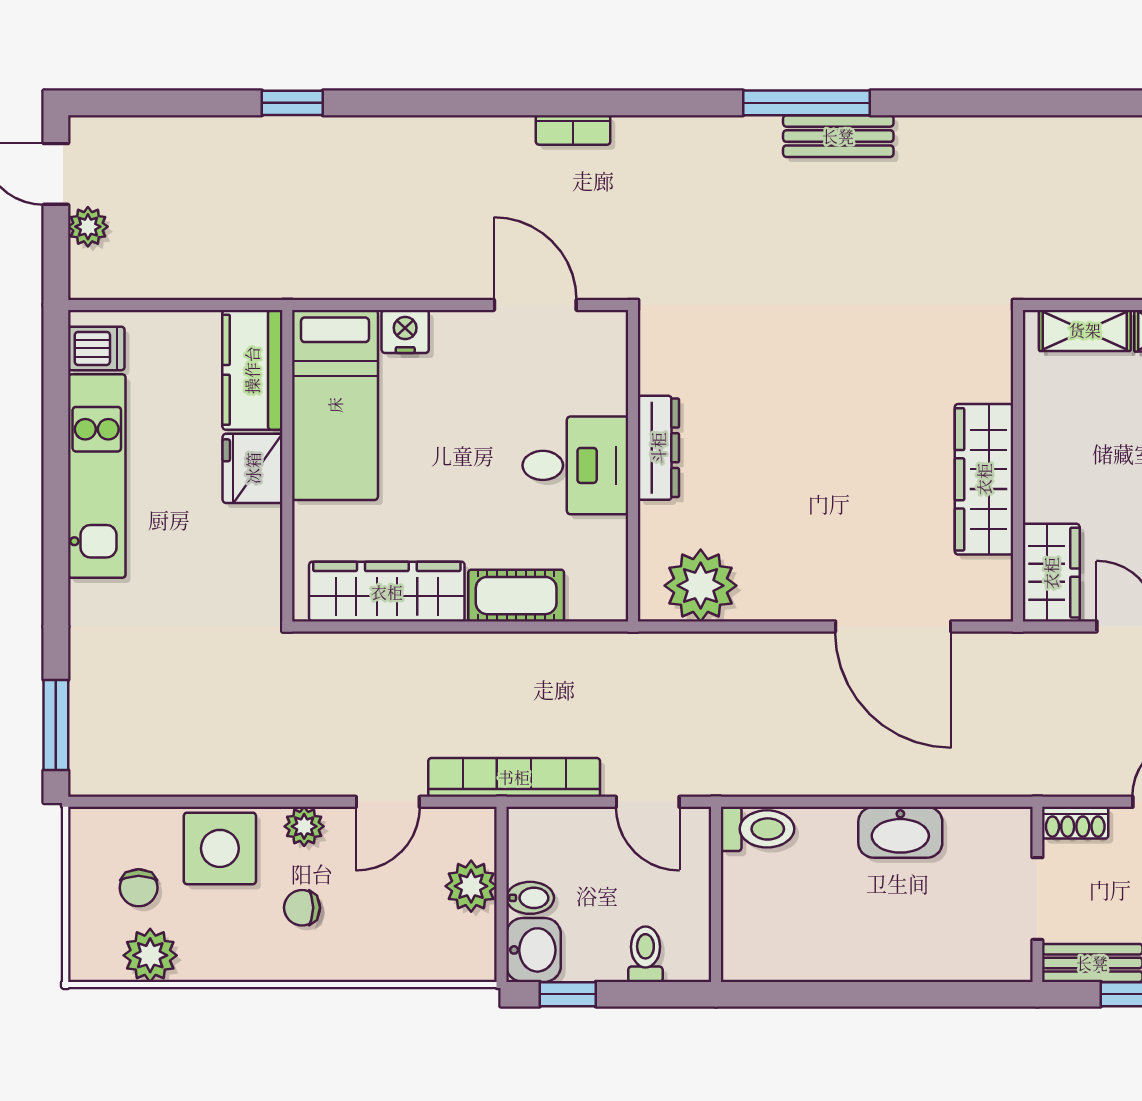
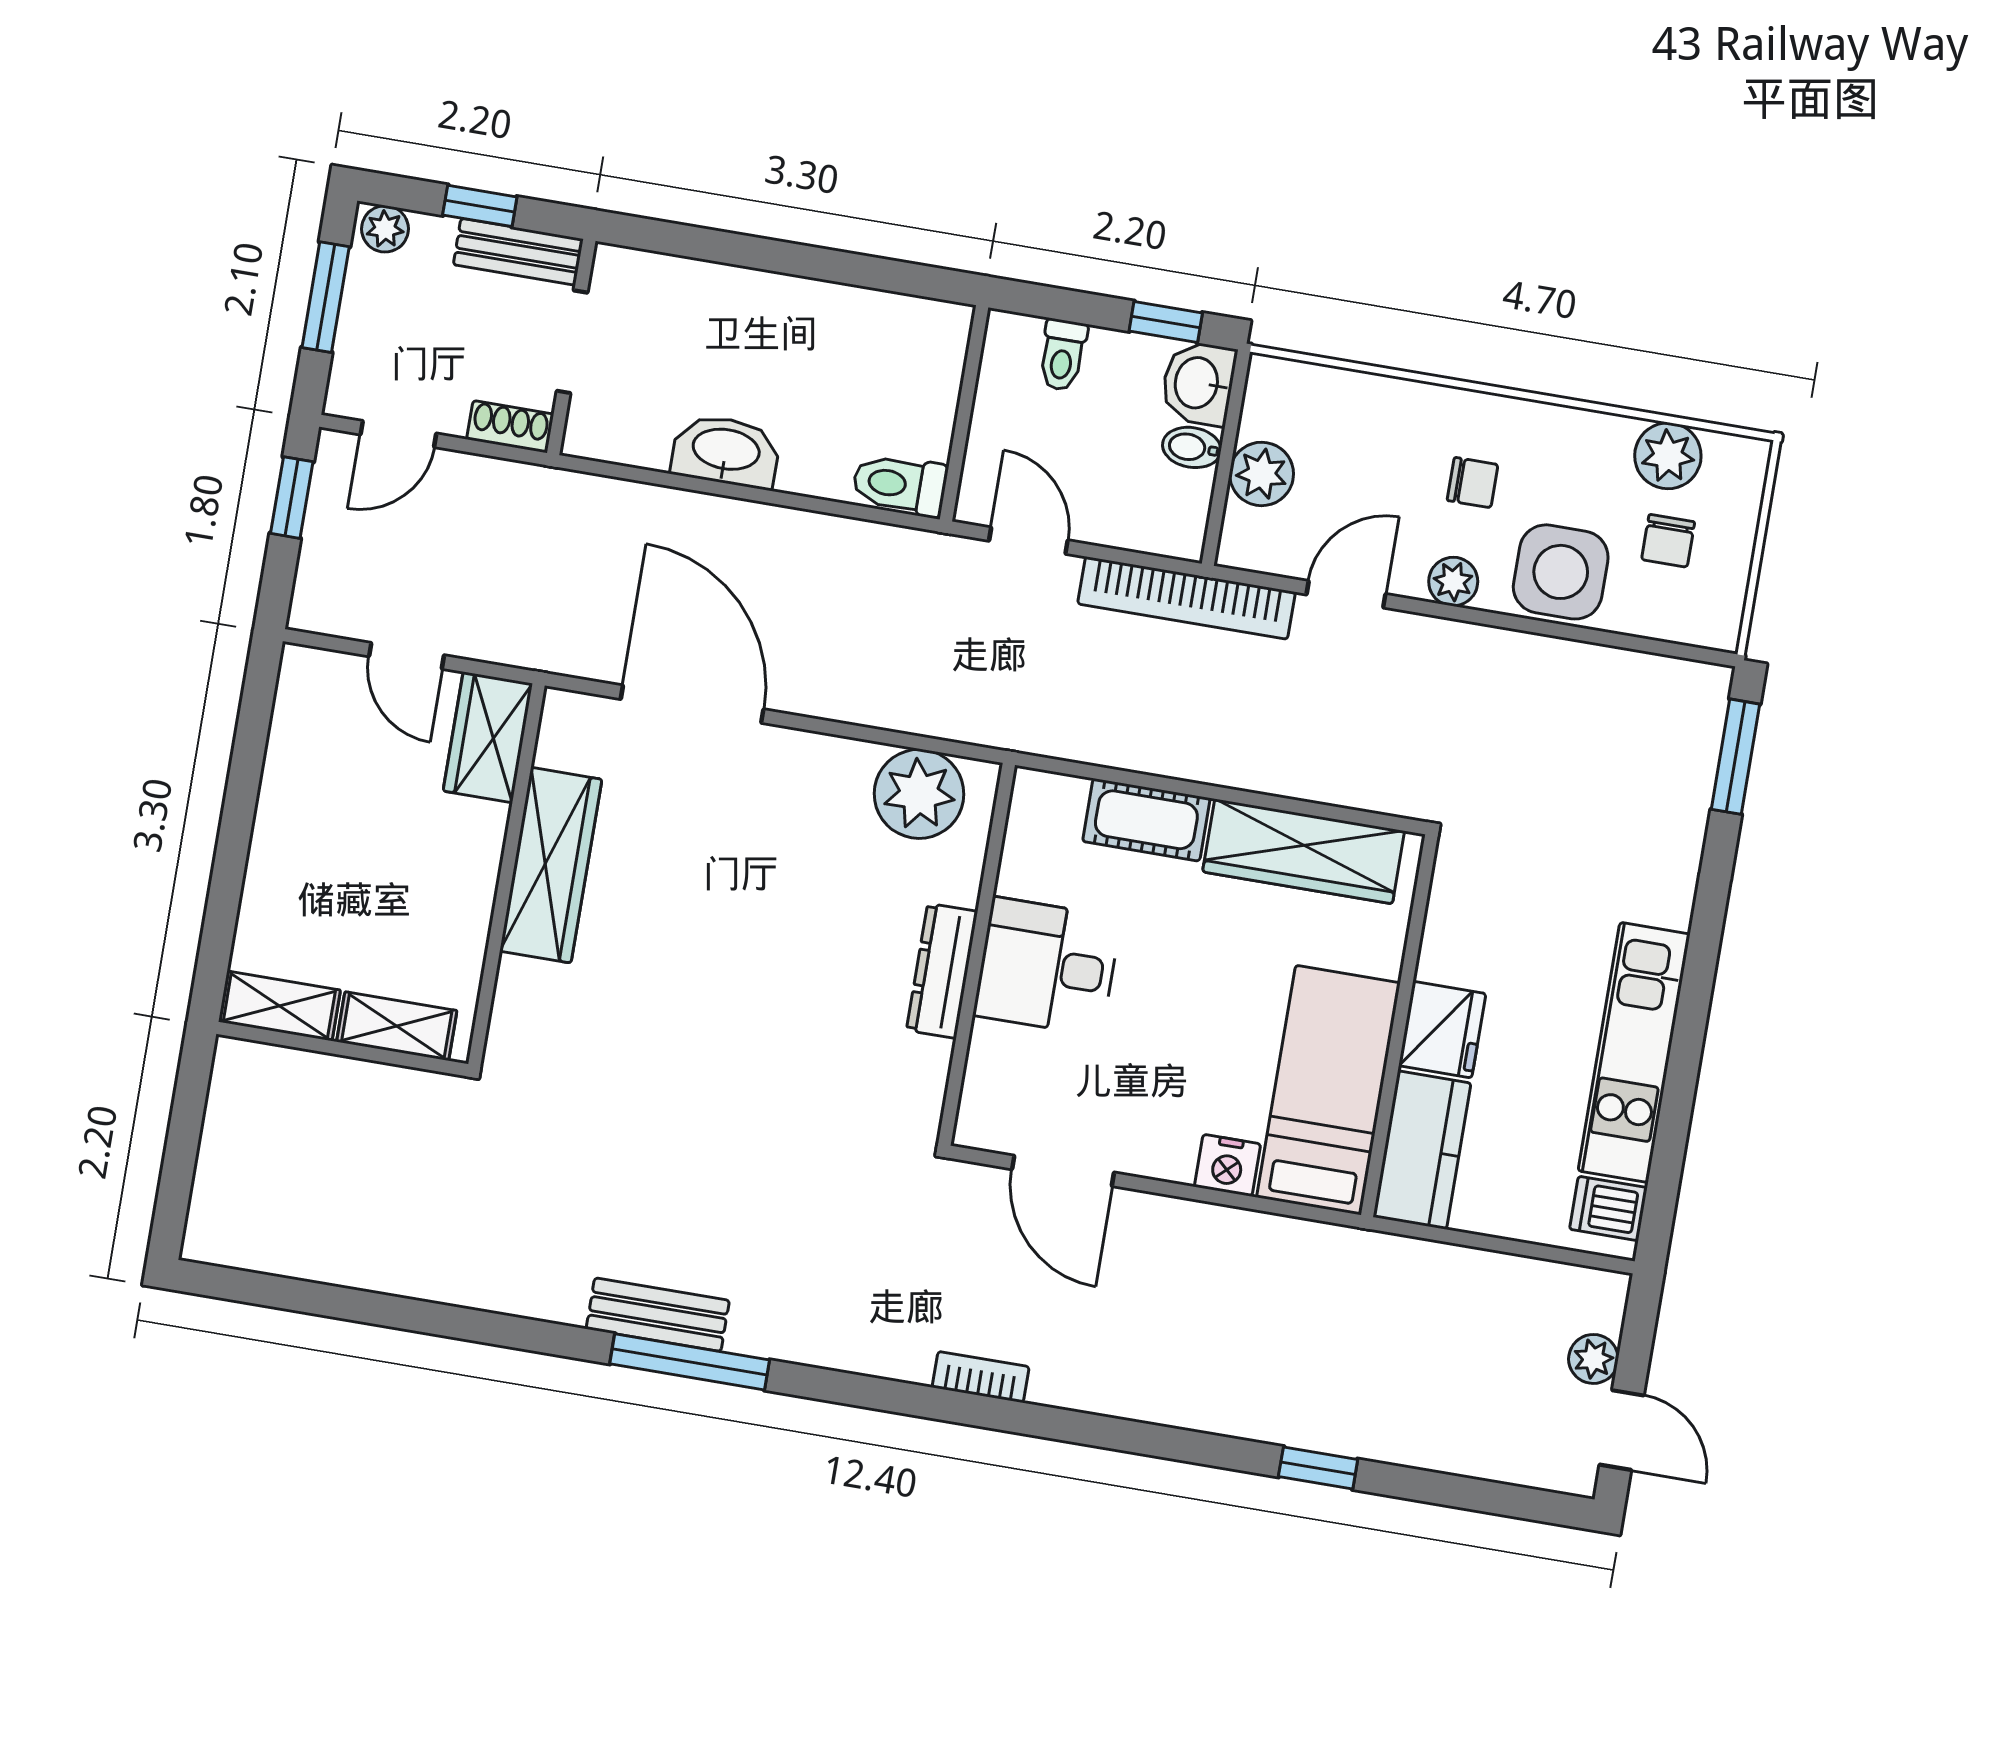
chair: (139, 888) -> (1668, 541), turned 180

